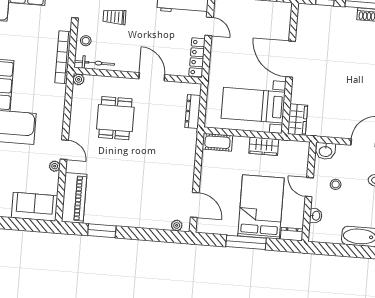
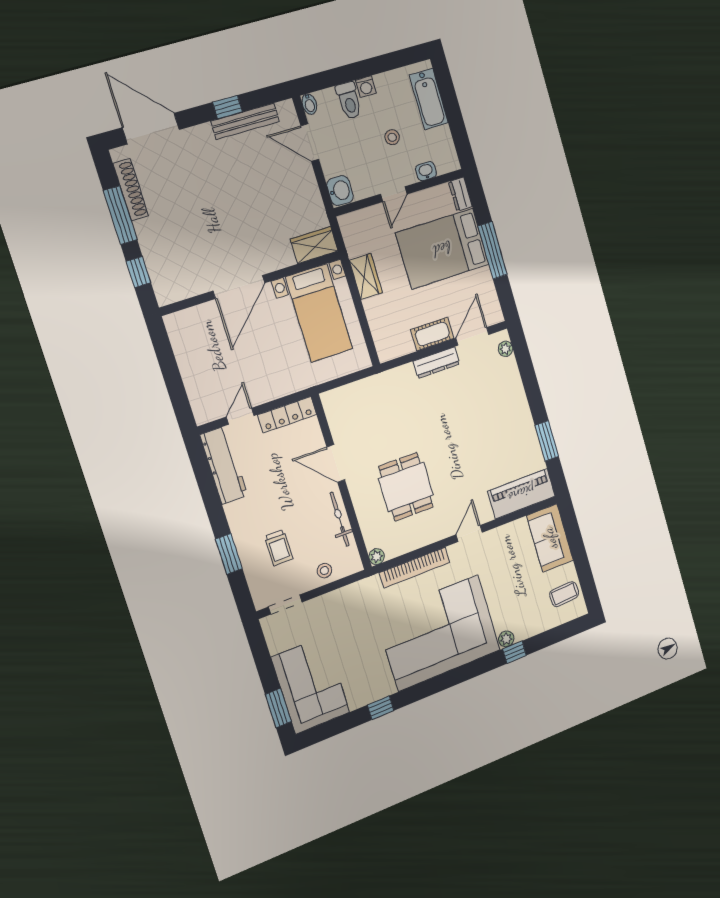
bookcase: (63, 57) -> (415, 567), moved
bicycle: (94, 63) -> (340, 519), moved
door: (152, 77) -> (336, 463), hinge flipped
dresser: (193, 111) -> (436, 363), moved
dining table: (115, 118) -> (406, 487), turned 90
cot: (217, 142) -> (432, 334), moved, turned 90
plant: (55, 166) -> (493, 536), removed
stool: (336, 184) -> (392, 137), moved

